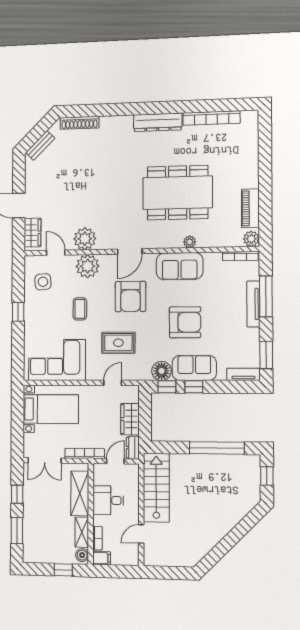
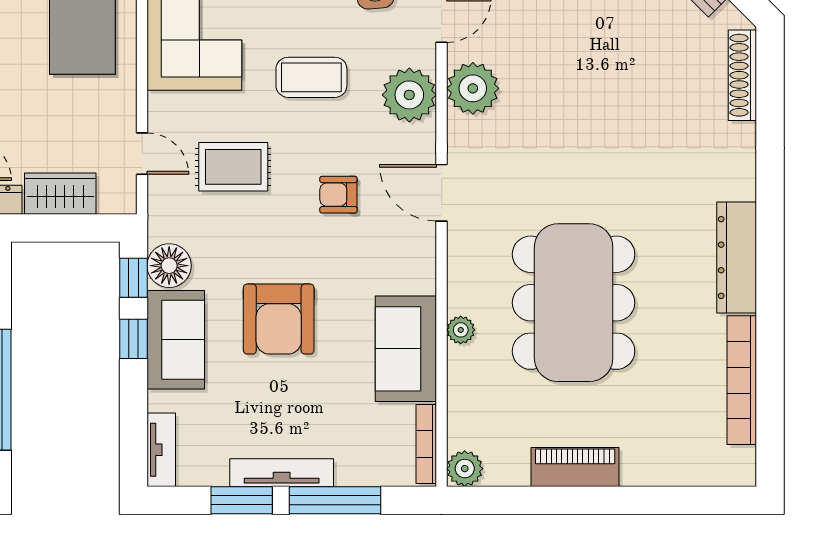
piano: (250, 208) -> (575, 467), moved
sofa: (180, 266) -> (406, 349), moved
armchair: (131, 296) -> (338, 195), width x0.53, depth x0.53
tv unit: (253, 304) -> (282, 473), moved
coffee table: (80, 309) -> (311, 77), width x1.36, depth x1.30
rug: (118, 343) -> (233, 167), turned 90
window: (266, 355) -> (242, 500), moved

